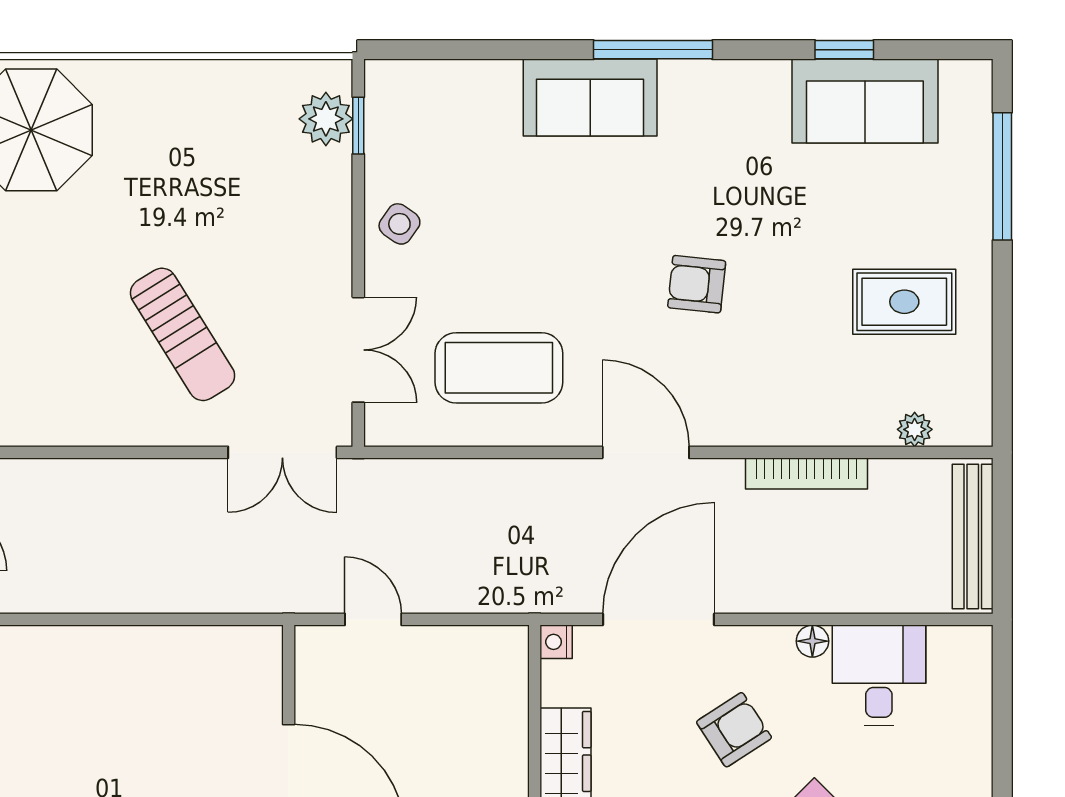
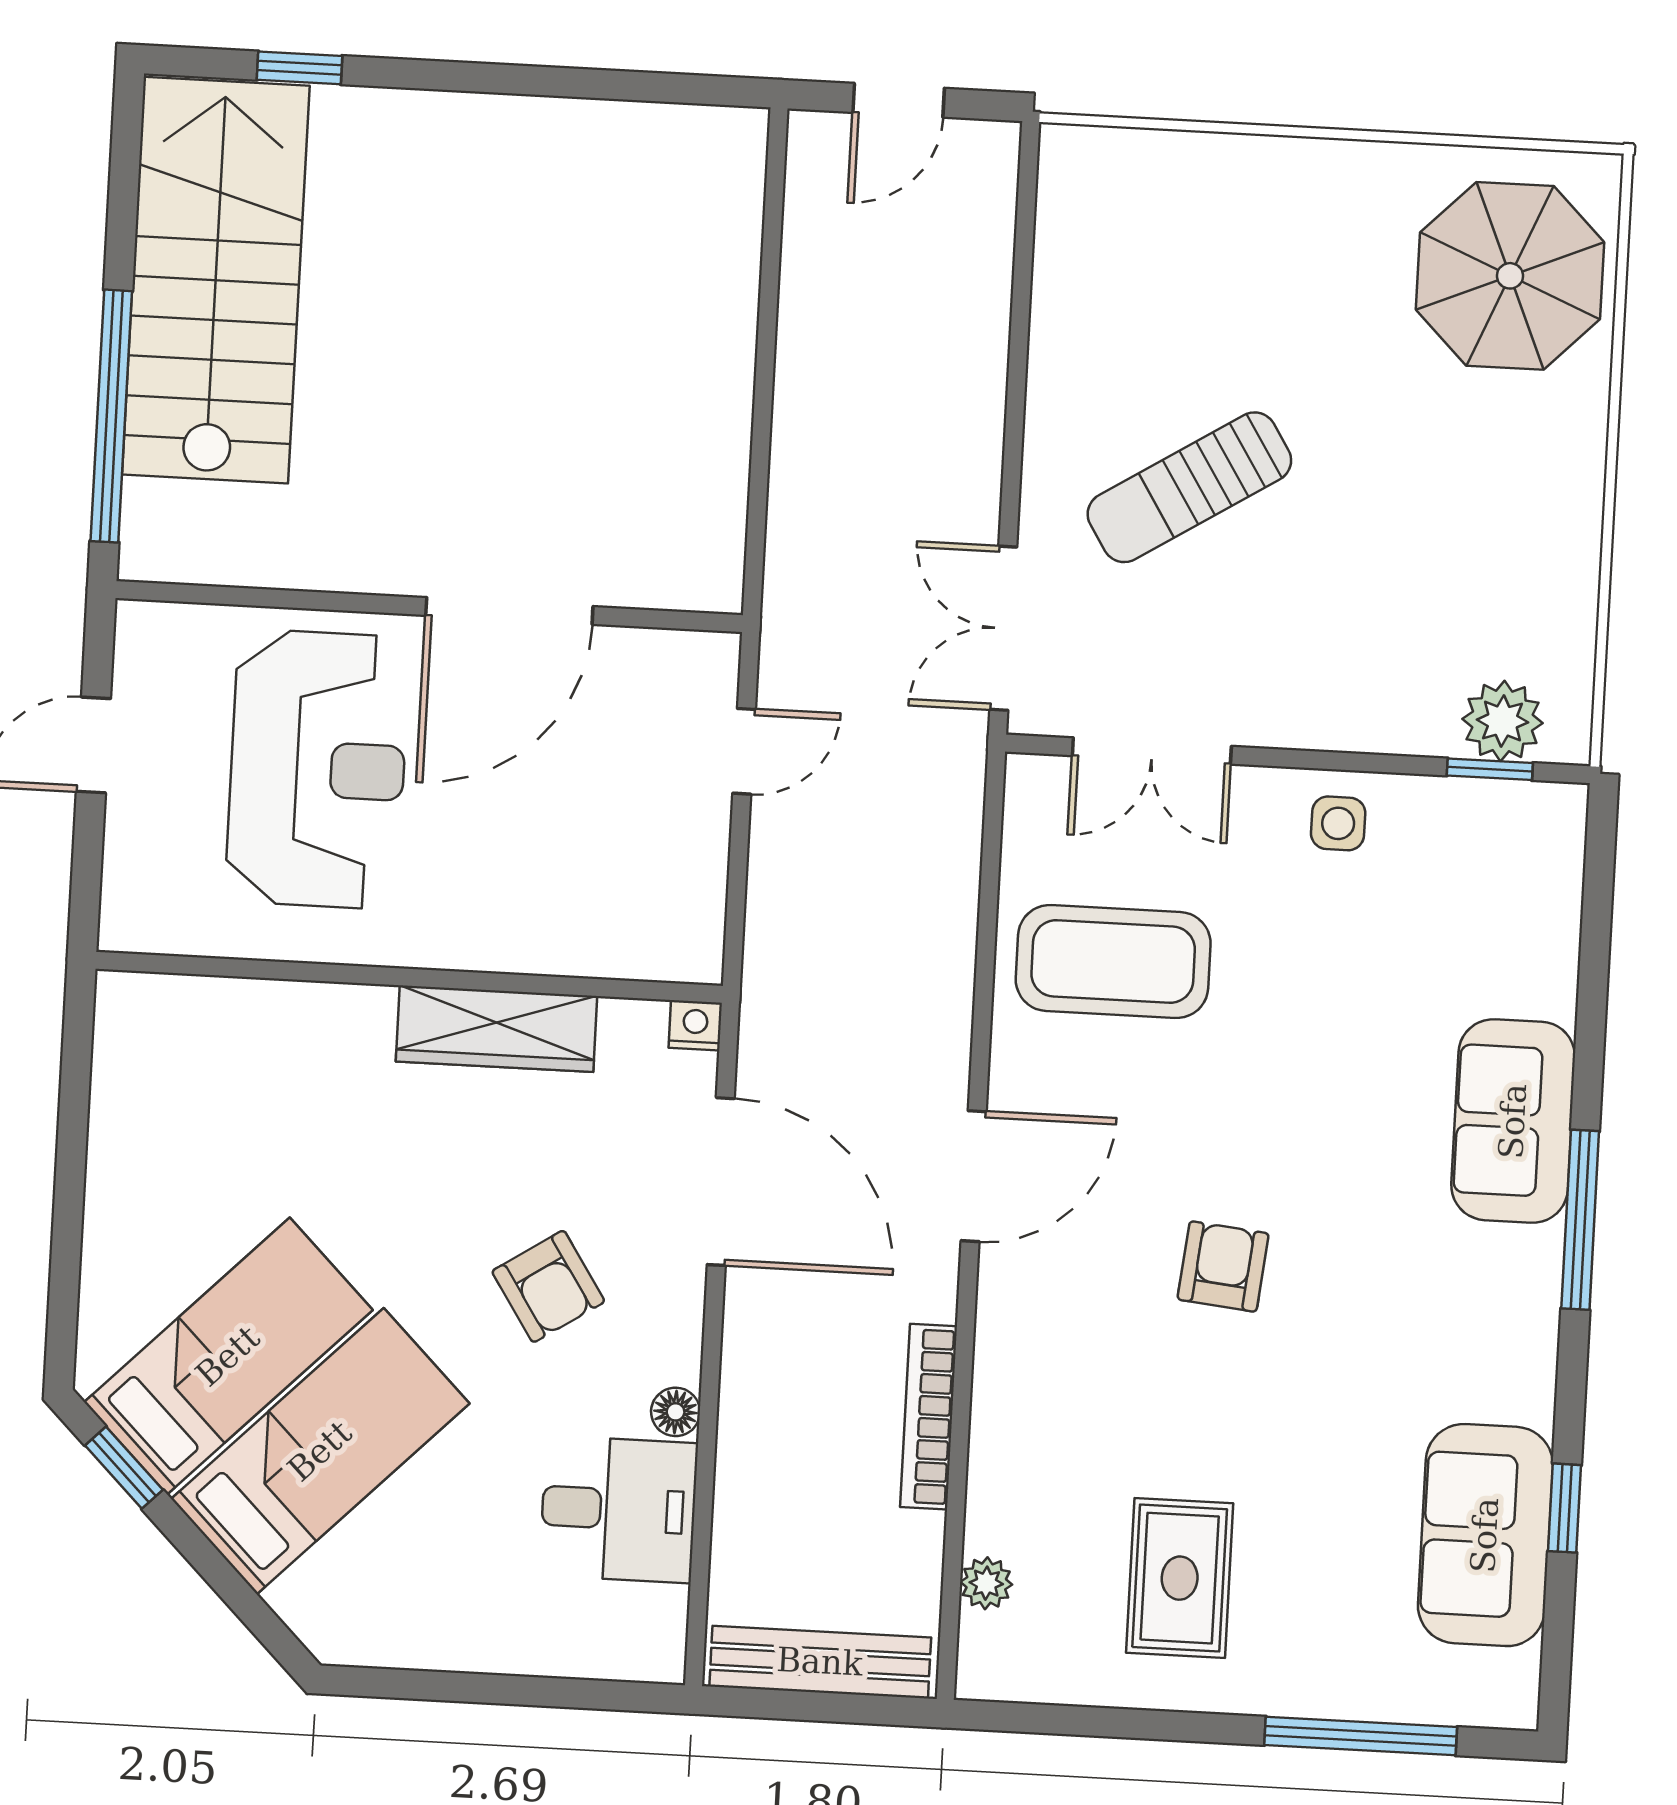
side table: (399, 224) -> (1338, 823), turned -35
coffee table: (499, 368) -> (1113, 962), turned 90

